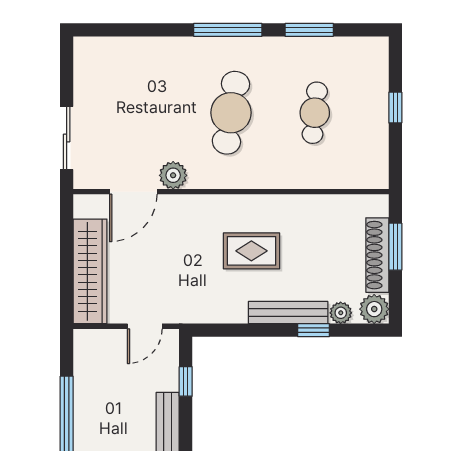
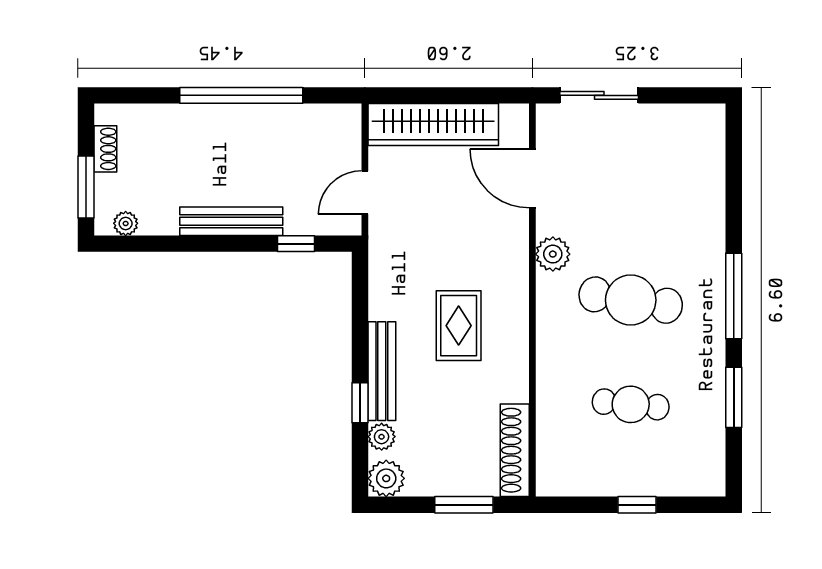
plant: (173, 175) -> (553, 254), moved
shoe rack: (377, 255) -> (515, 450), moved, turned -90
door: (145, 326) -> (365, 193), hinge flipped

